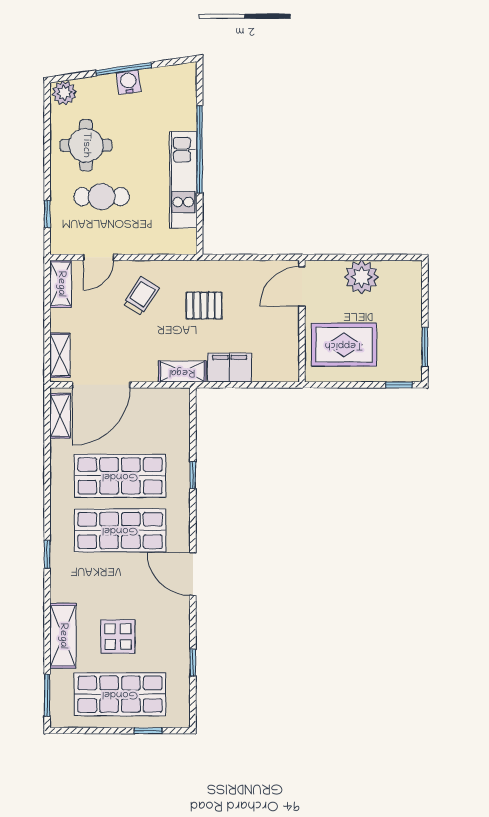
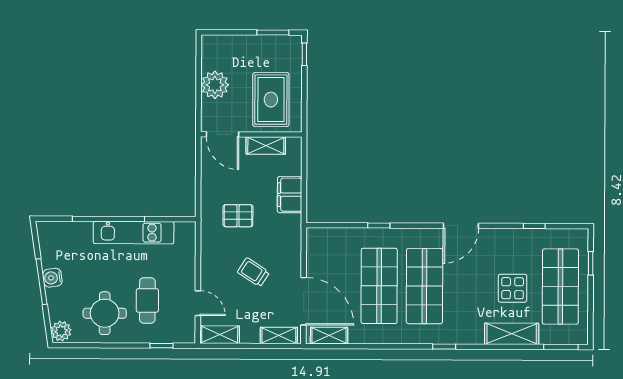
trolley: (141, 296) -> (253, 272), moved
pallet: (204, 305) -> (238, 216), turned 90
shelving: (182, 372) -> (266, 146), moved, turned 90

